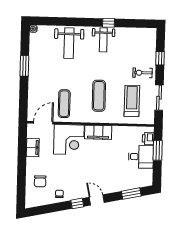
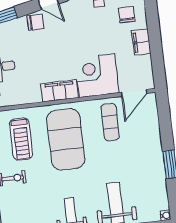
exercise mat: (99, 96) -> (66, 139), width x2.00, depth x1.45
filing cabinet: (33, 147) -> (141, 42), moved
chair: (108, 186) -> (35, 22), added

